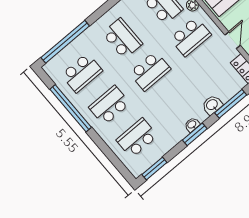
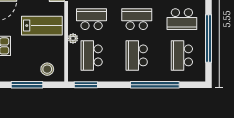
window: (65, 42) -> (155, 85), moved
school desk: (82, 73) -> (182, 55), turned -90

